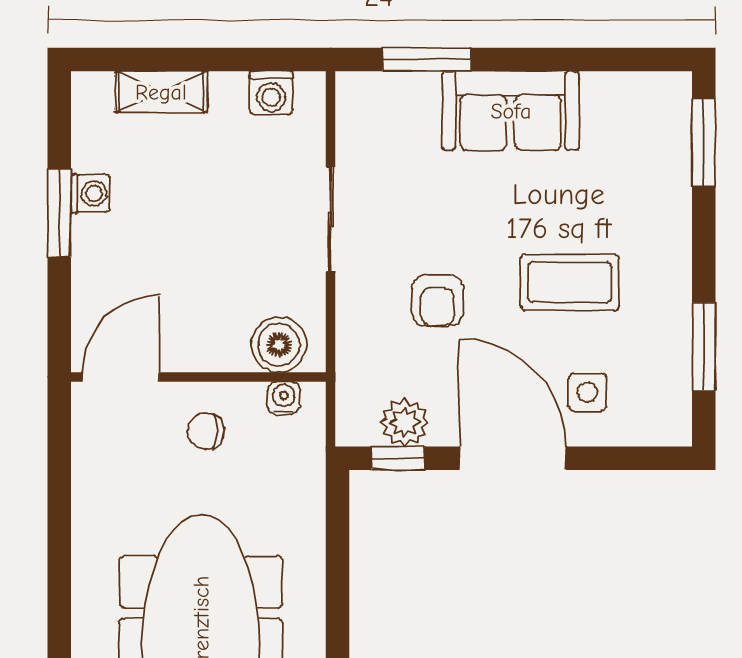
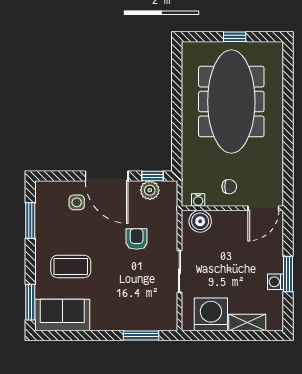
washing machine: (271, 93) -> (211, 314), width x1.89, depth x1.89
sofa: (511, 111) -> (62, 315), moved
coffee table: (570, 282) -> (71, 266), moved

